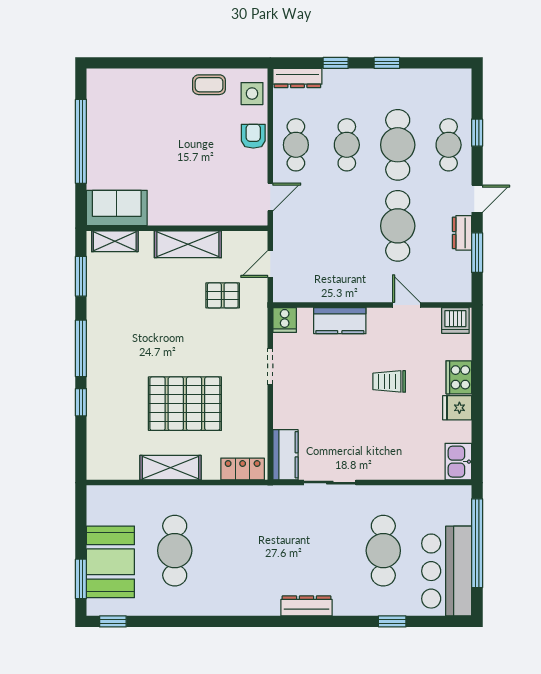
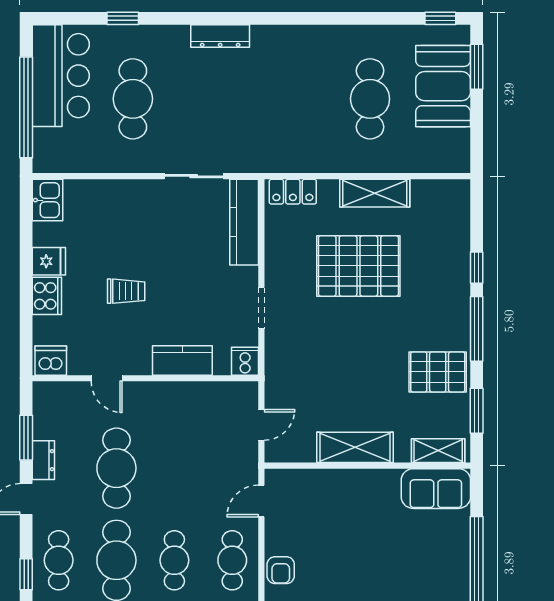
pallet: (223, 295) -> (438, 372), moved, width x1.50, depth x1.42
kitchen counter: (285, 455) -> (244, 222), width x1.50

